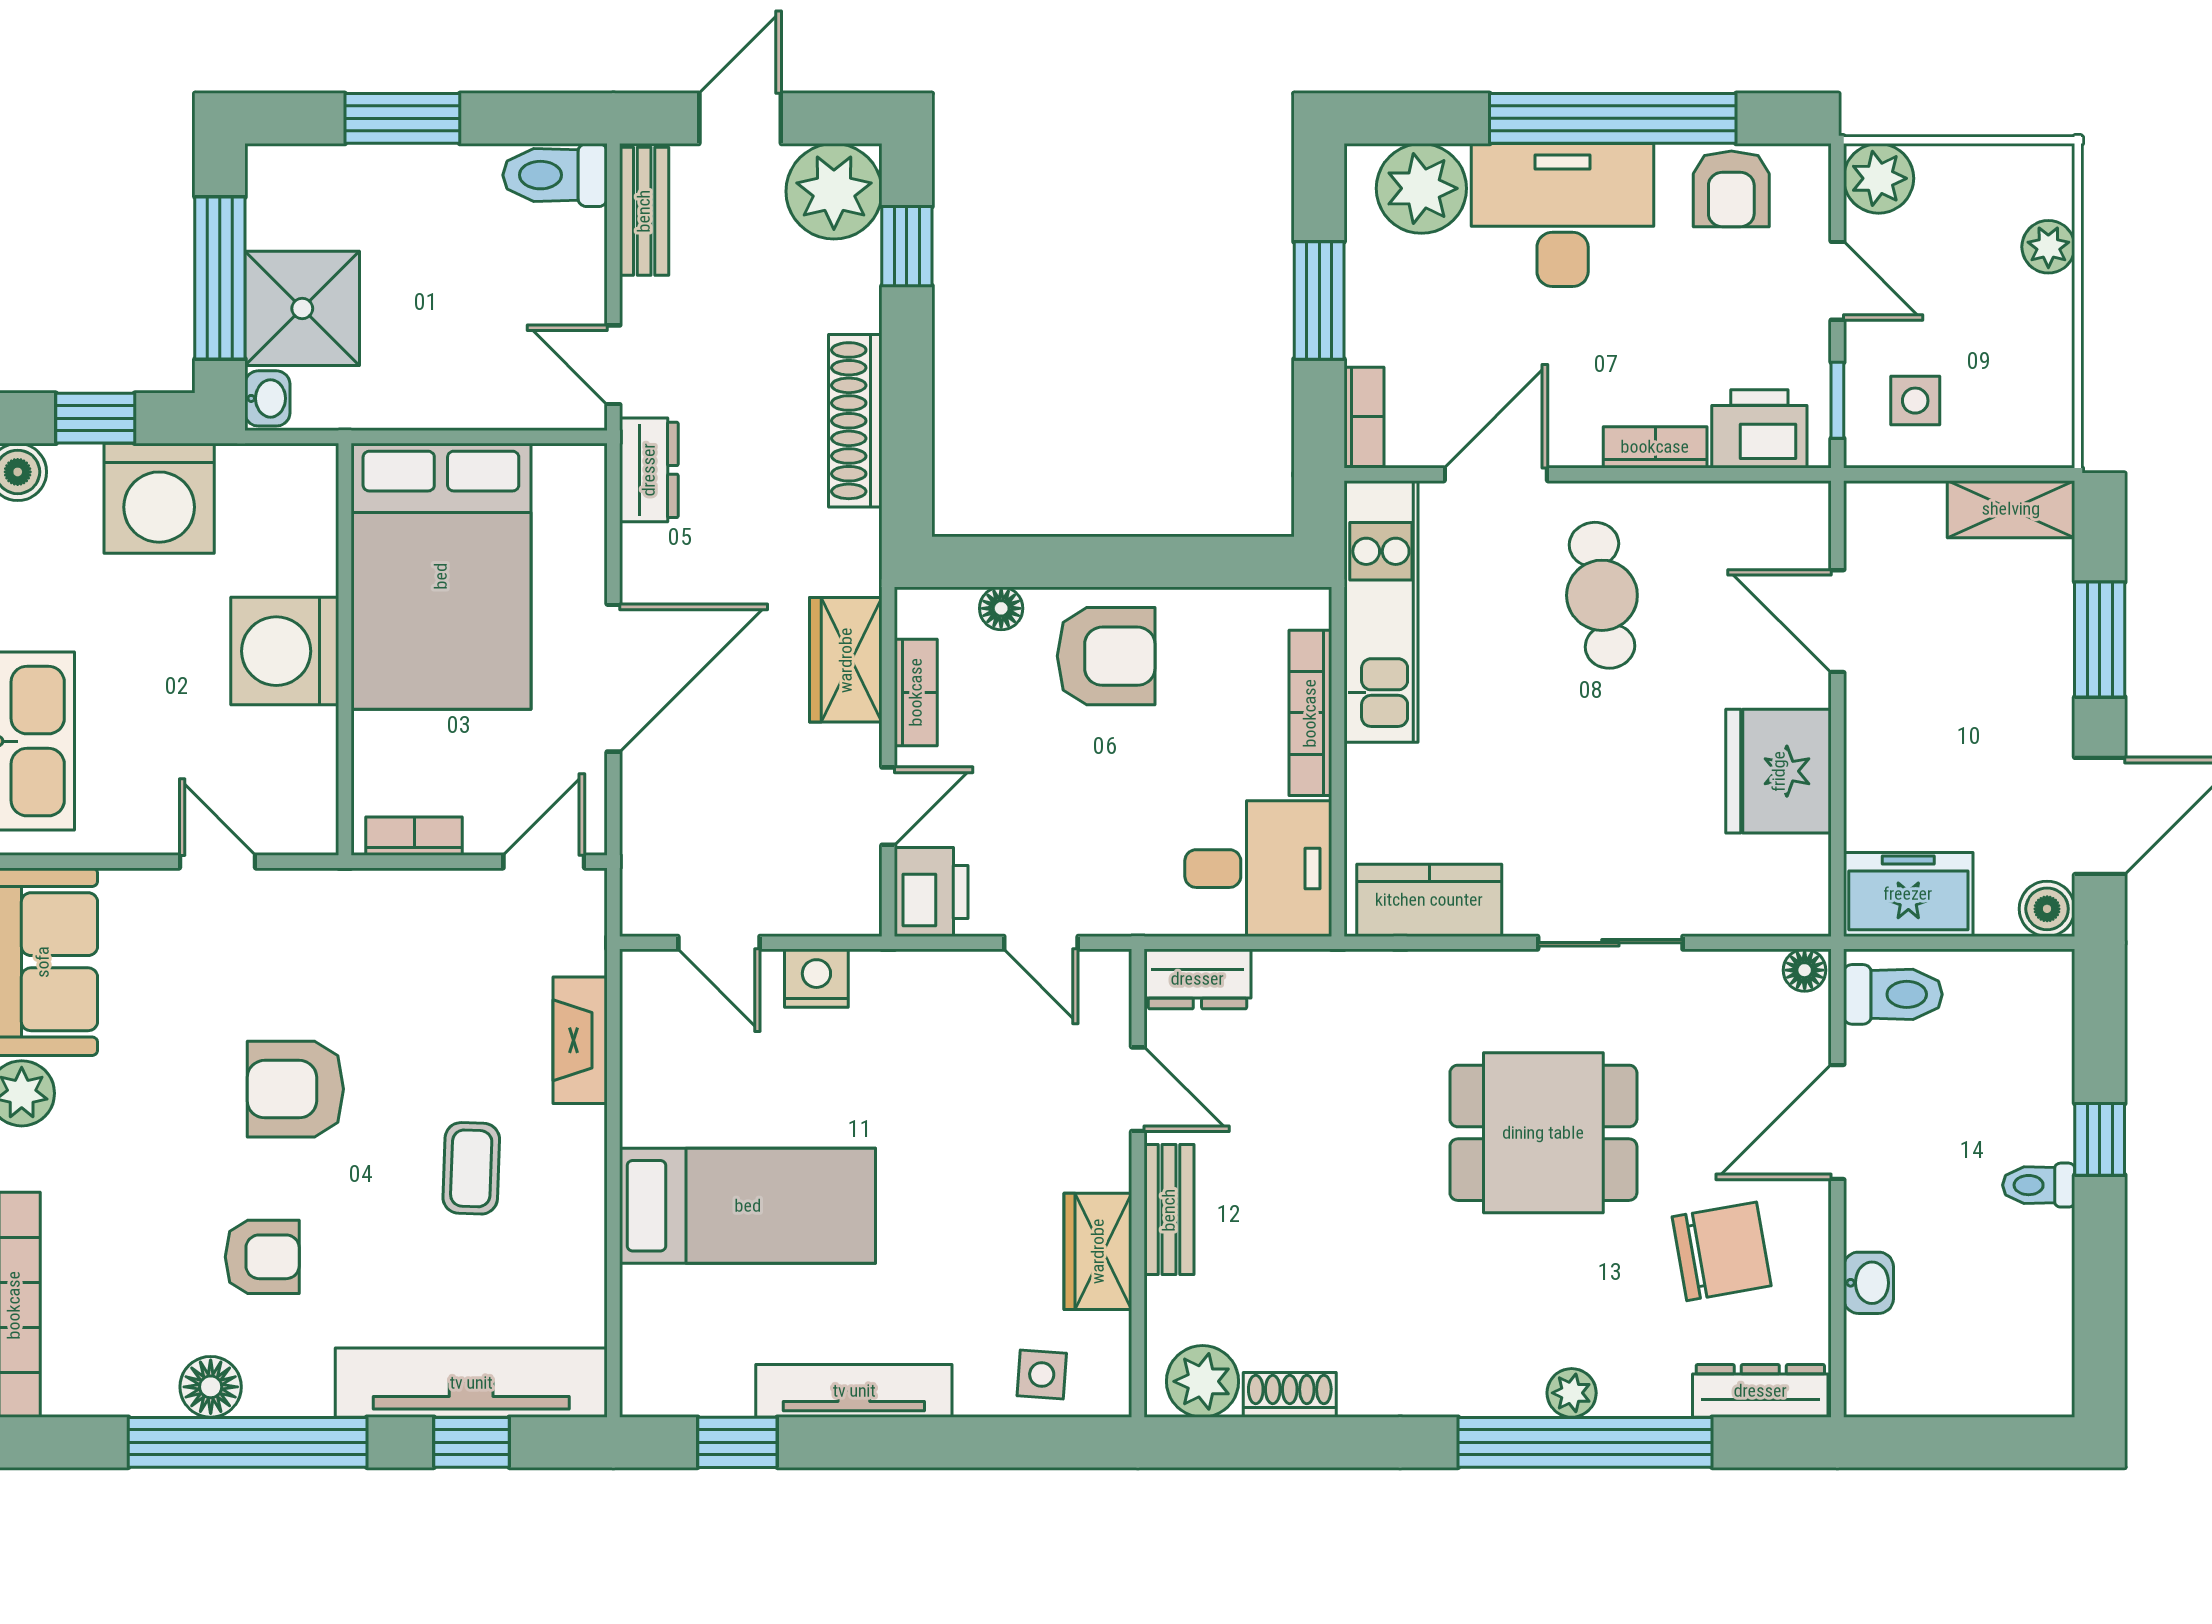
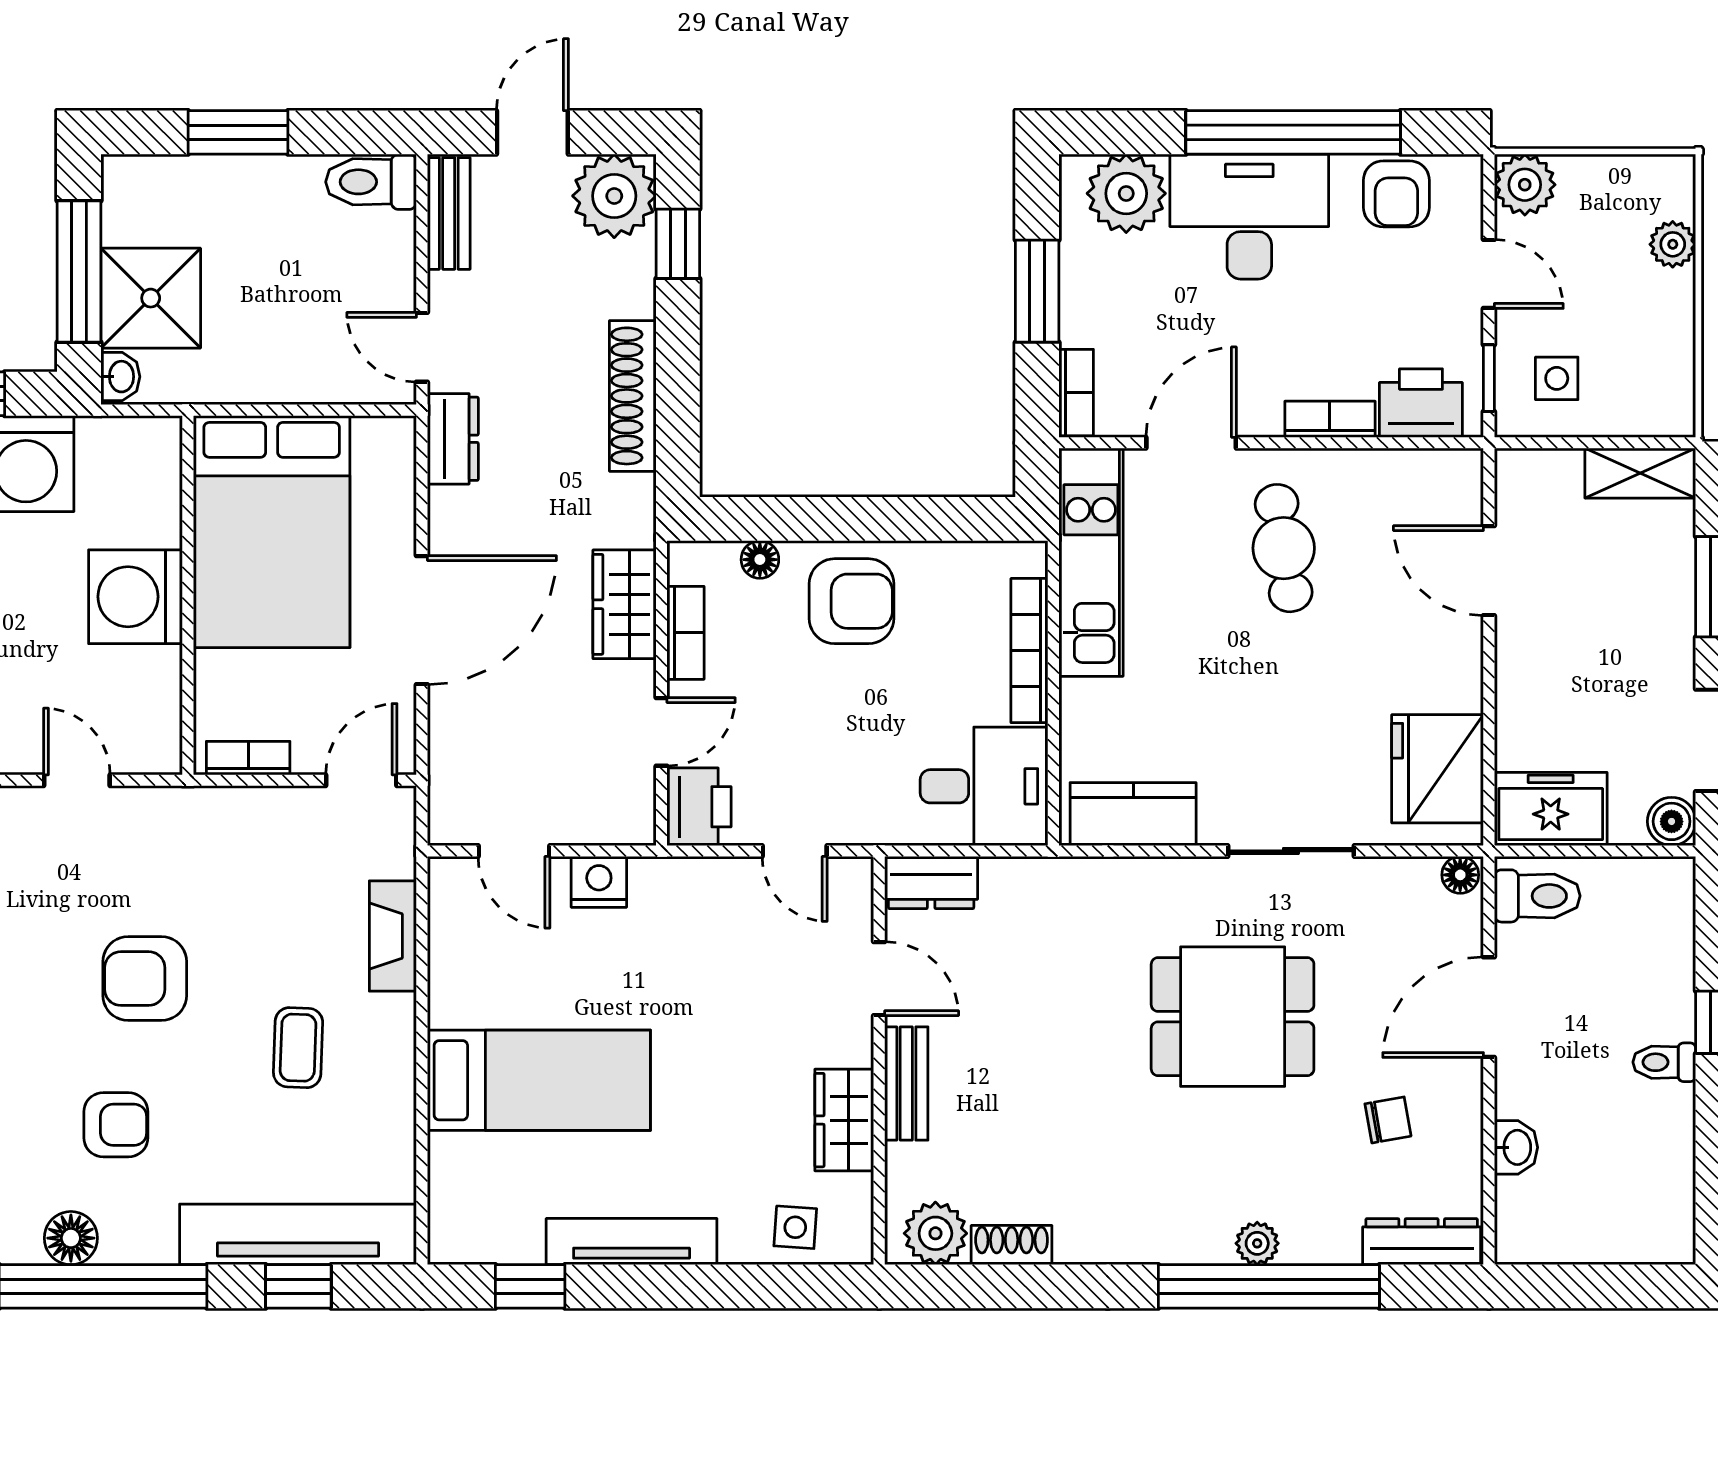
fridge: (1779, 771) -> (1438, 769), moved
chair: (1722, 1251) -> (1388, 1120), width x0.54, depth x0.54

